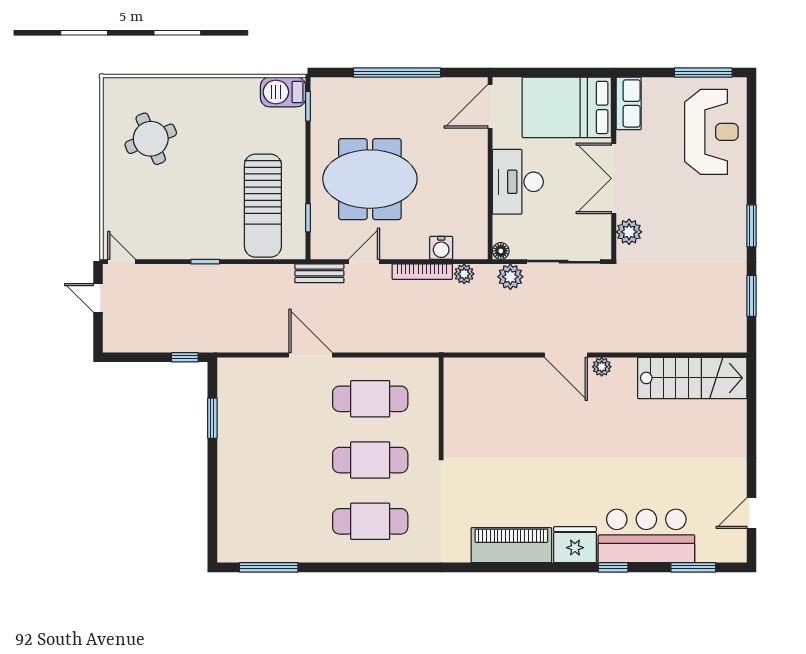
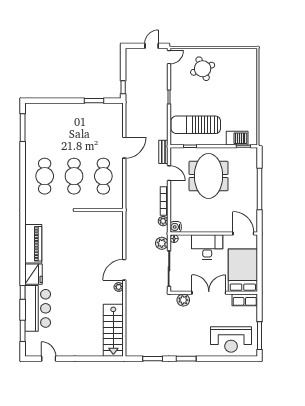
barbecue: (283, 92) -> (237, 138), moved, turned 90
round table: (151, 139) -> (203, 69), moved
water cooler: (441, 248) -> (176, 227), moved

